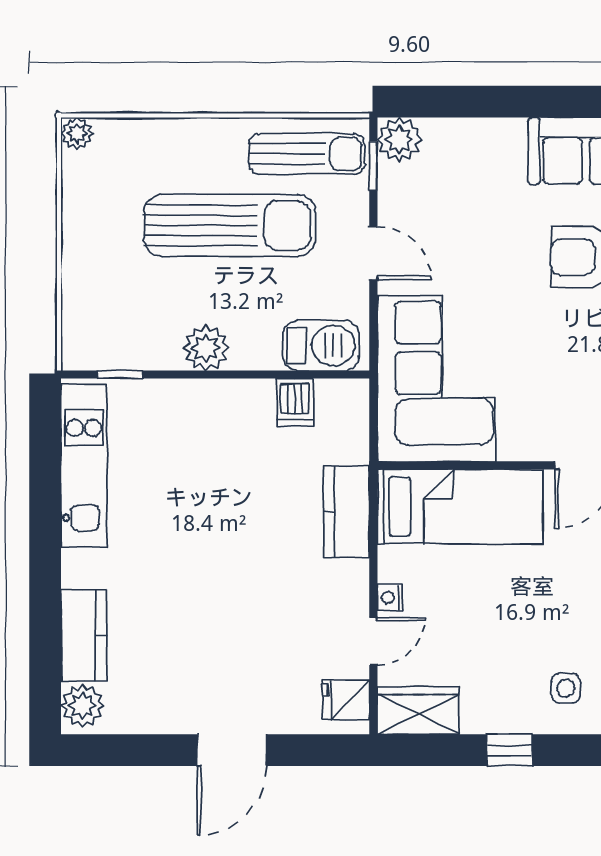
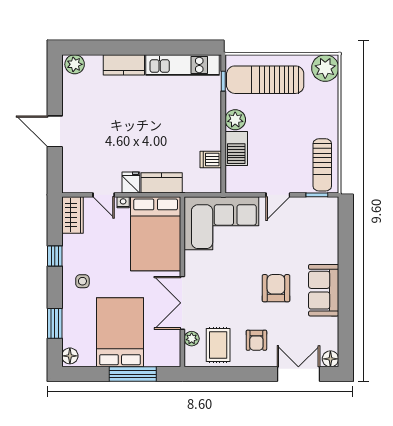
plant: (77, 133) -> (325, 68), width x1.87, depth x1.87
plant: (399, 140) -> (329, 207), removed
sun lounger: (230, 225) -> (265, 80), moved, turned 90
barbecue: (321, 346) -> (236, 149), moved
bed: (460, 507) -> (156, 234), width x1.50
kitchen counter: (84, 635) -> (124, 65), moved
fridge: (346, 700) -> (131, 183), moved

